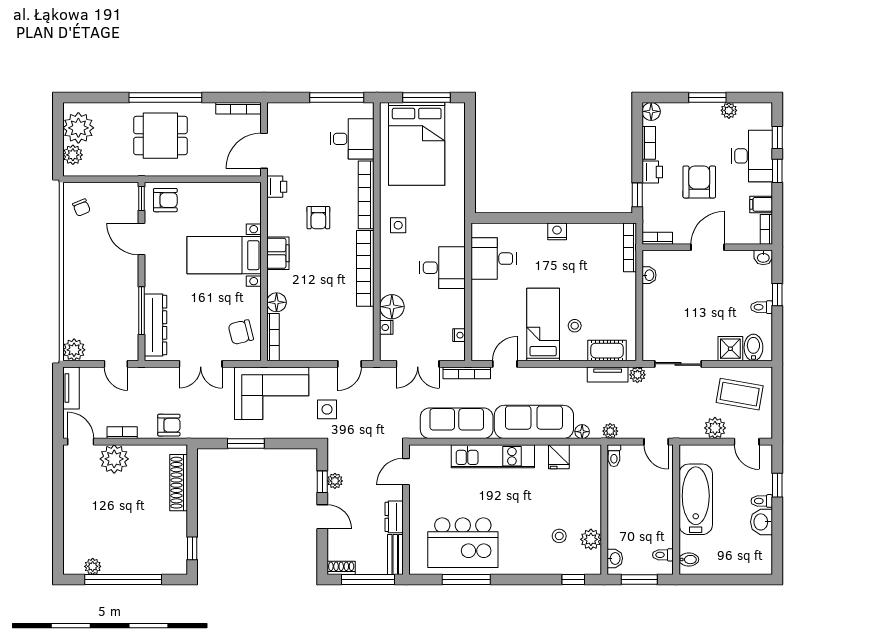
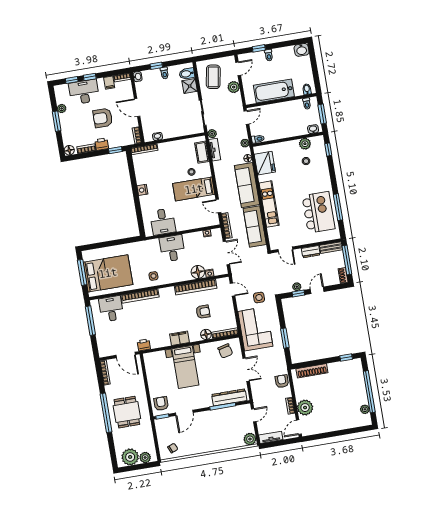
armchair: (318, 218) -> (203, 312), moved
bookcase: (365, 268) -> (196, 287), moved
fridge: (559, 457) -> (265, 163), width x1.88, depth x1.34
washbasin: (761, 522) -> (302, 50), moved

